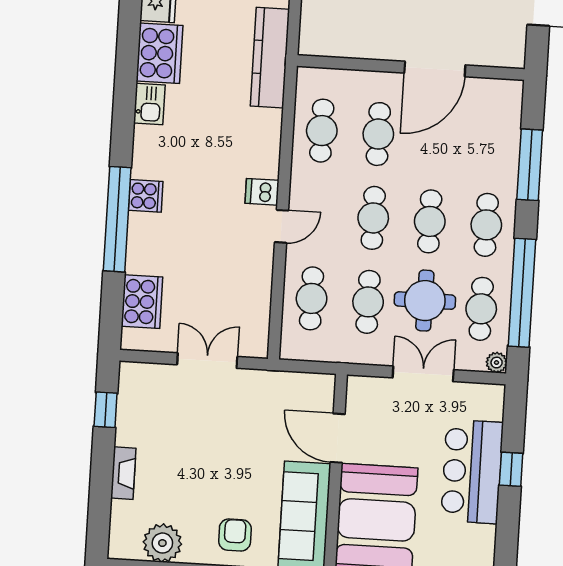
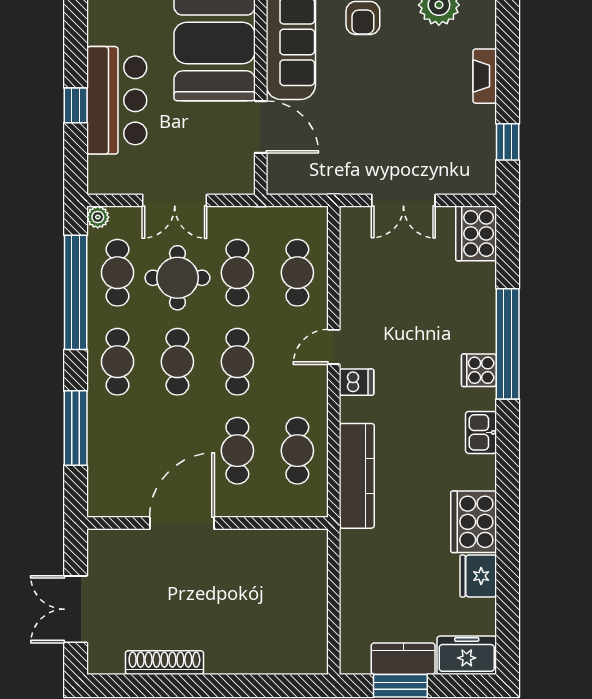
kitchen counter: (270, 58) -> (357, 476), moved
kitchen sink: (149, 104) -> (481, 432), moved
cooker: (142, 302) -> (476, 233), moved

